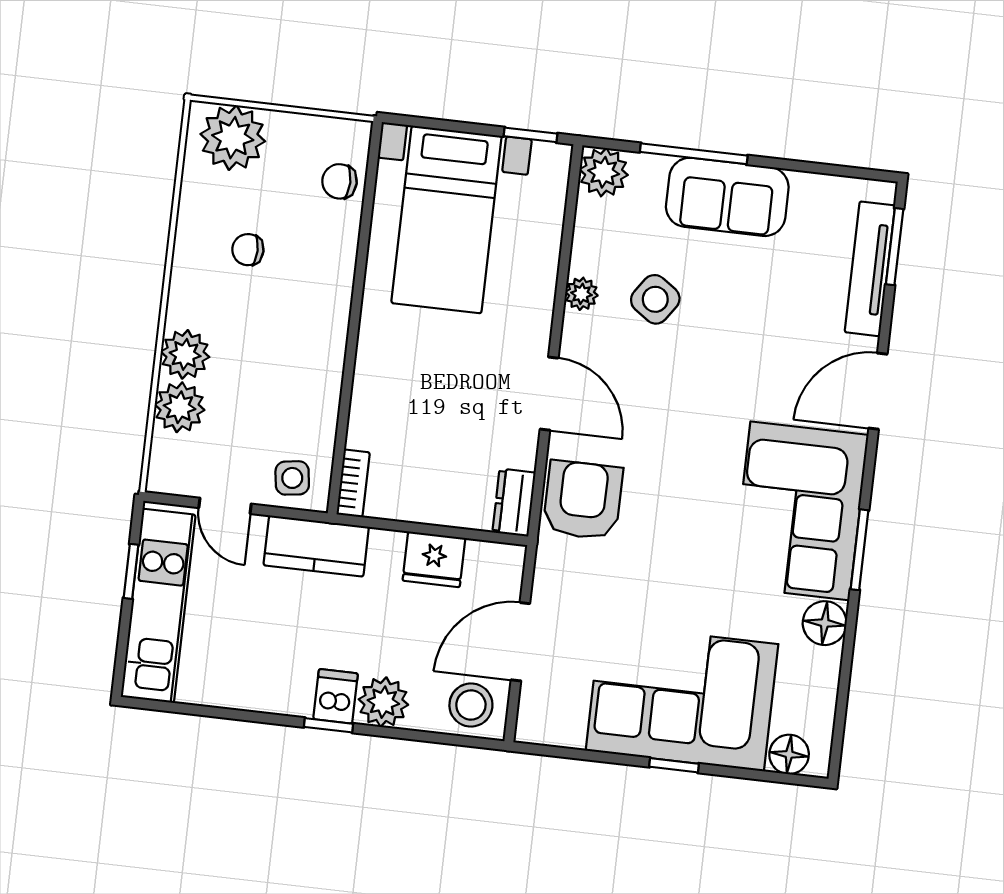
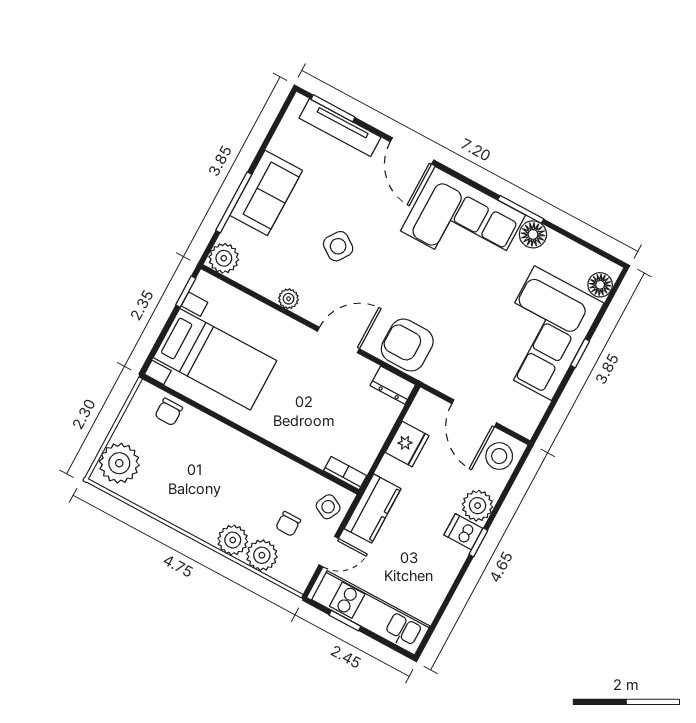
chair: (248, 250) -> (288, 524), moved
side table: (655, 299) -> (338, 246), moved
side table: (292, 478) -> (328, 507), turned 35
window: (860, 550) -> (521, 209), moved

